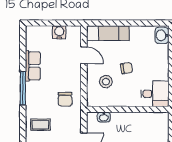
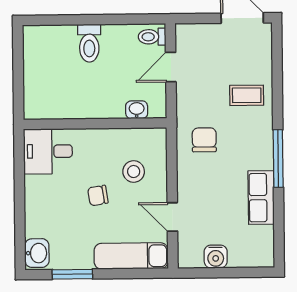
window: (142, 23) -> (72, 274), added

